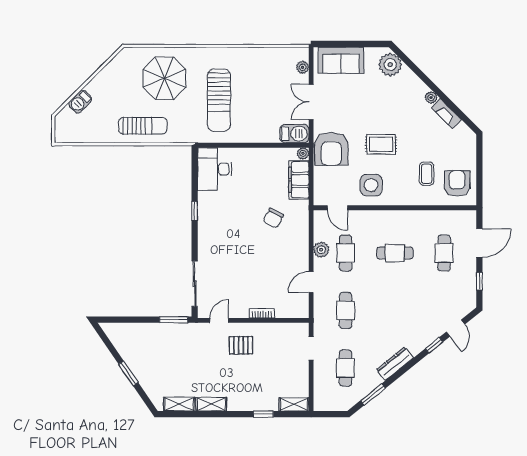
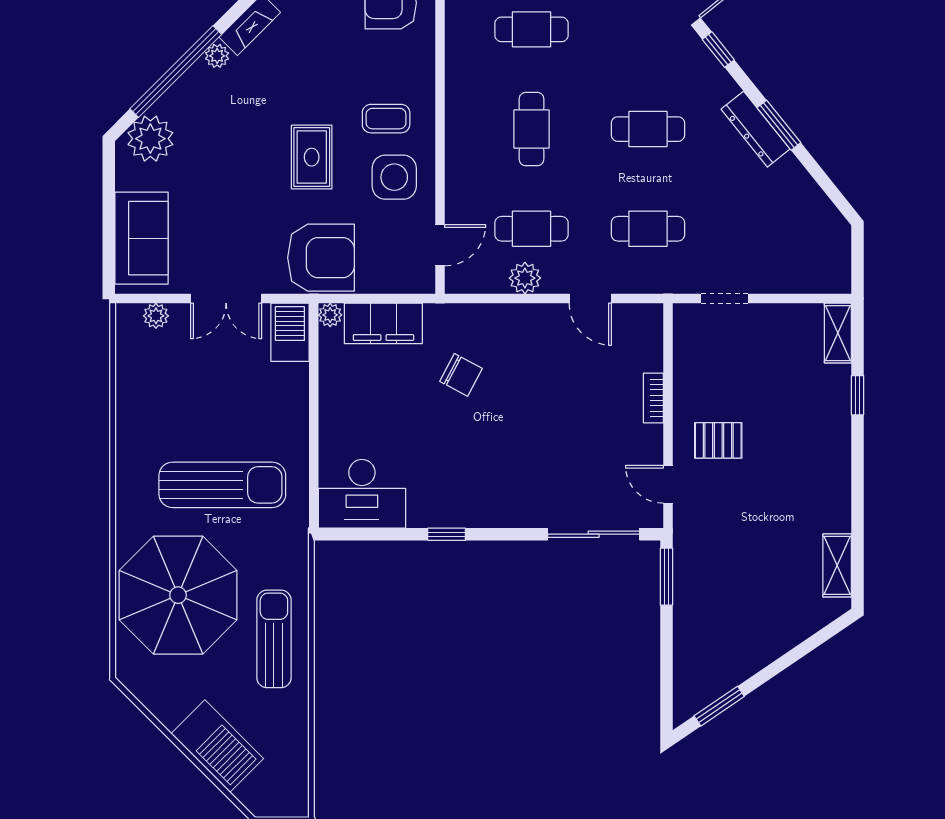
window: (423, 77) -> (176, 72), added
parasol: (164, 78) -> (178, 595), width x1.36, depth x1.36
barbecue: (80, 102) -> (217, 746), width x1.88, depth x1.53
coffee table: (427, 174) -> (386, 119), moved
pallet: (241, 345) -> (718, 440), turned 90
cafe table: (346, 368) -> (648, 129), moved
window: (128, 373) -> (719, 706), moved
window: (373, 394) -> (779, 125), moved
shelving: (211, 404) -> (837, 500), removed

